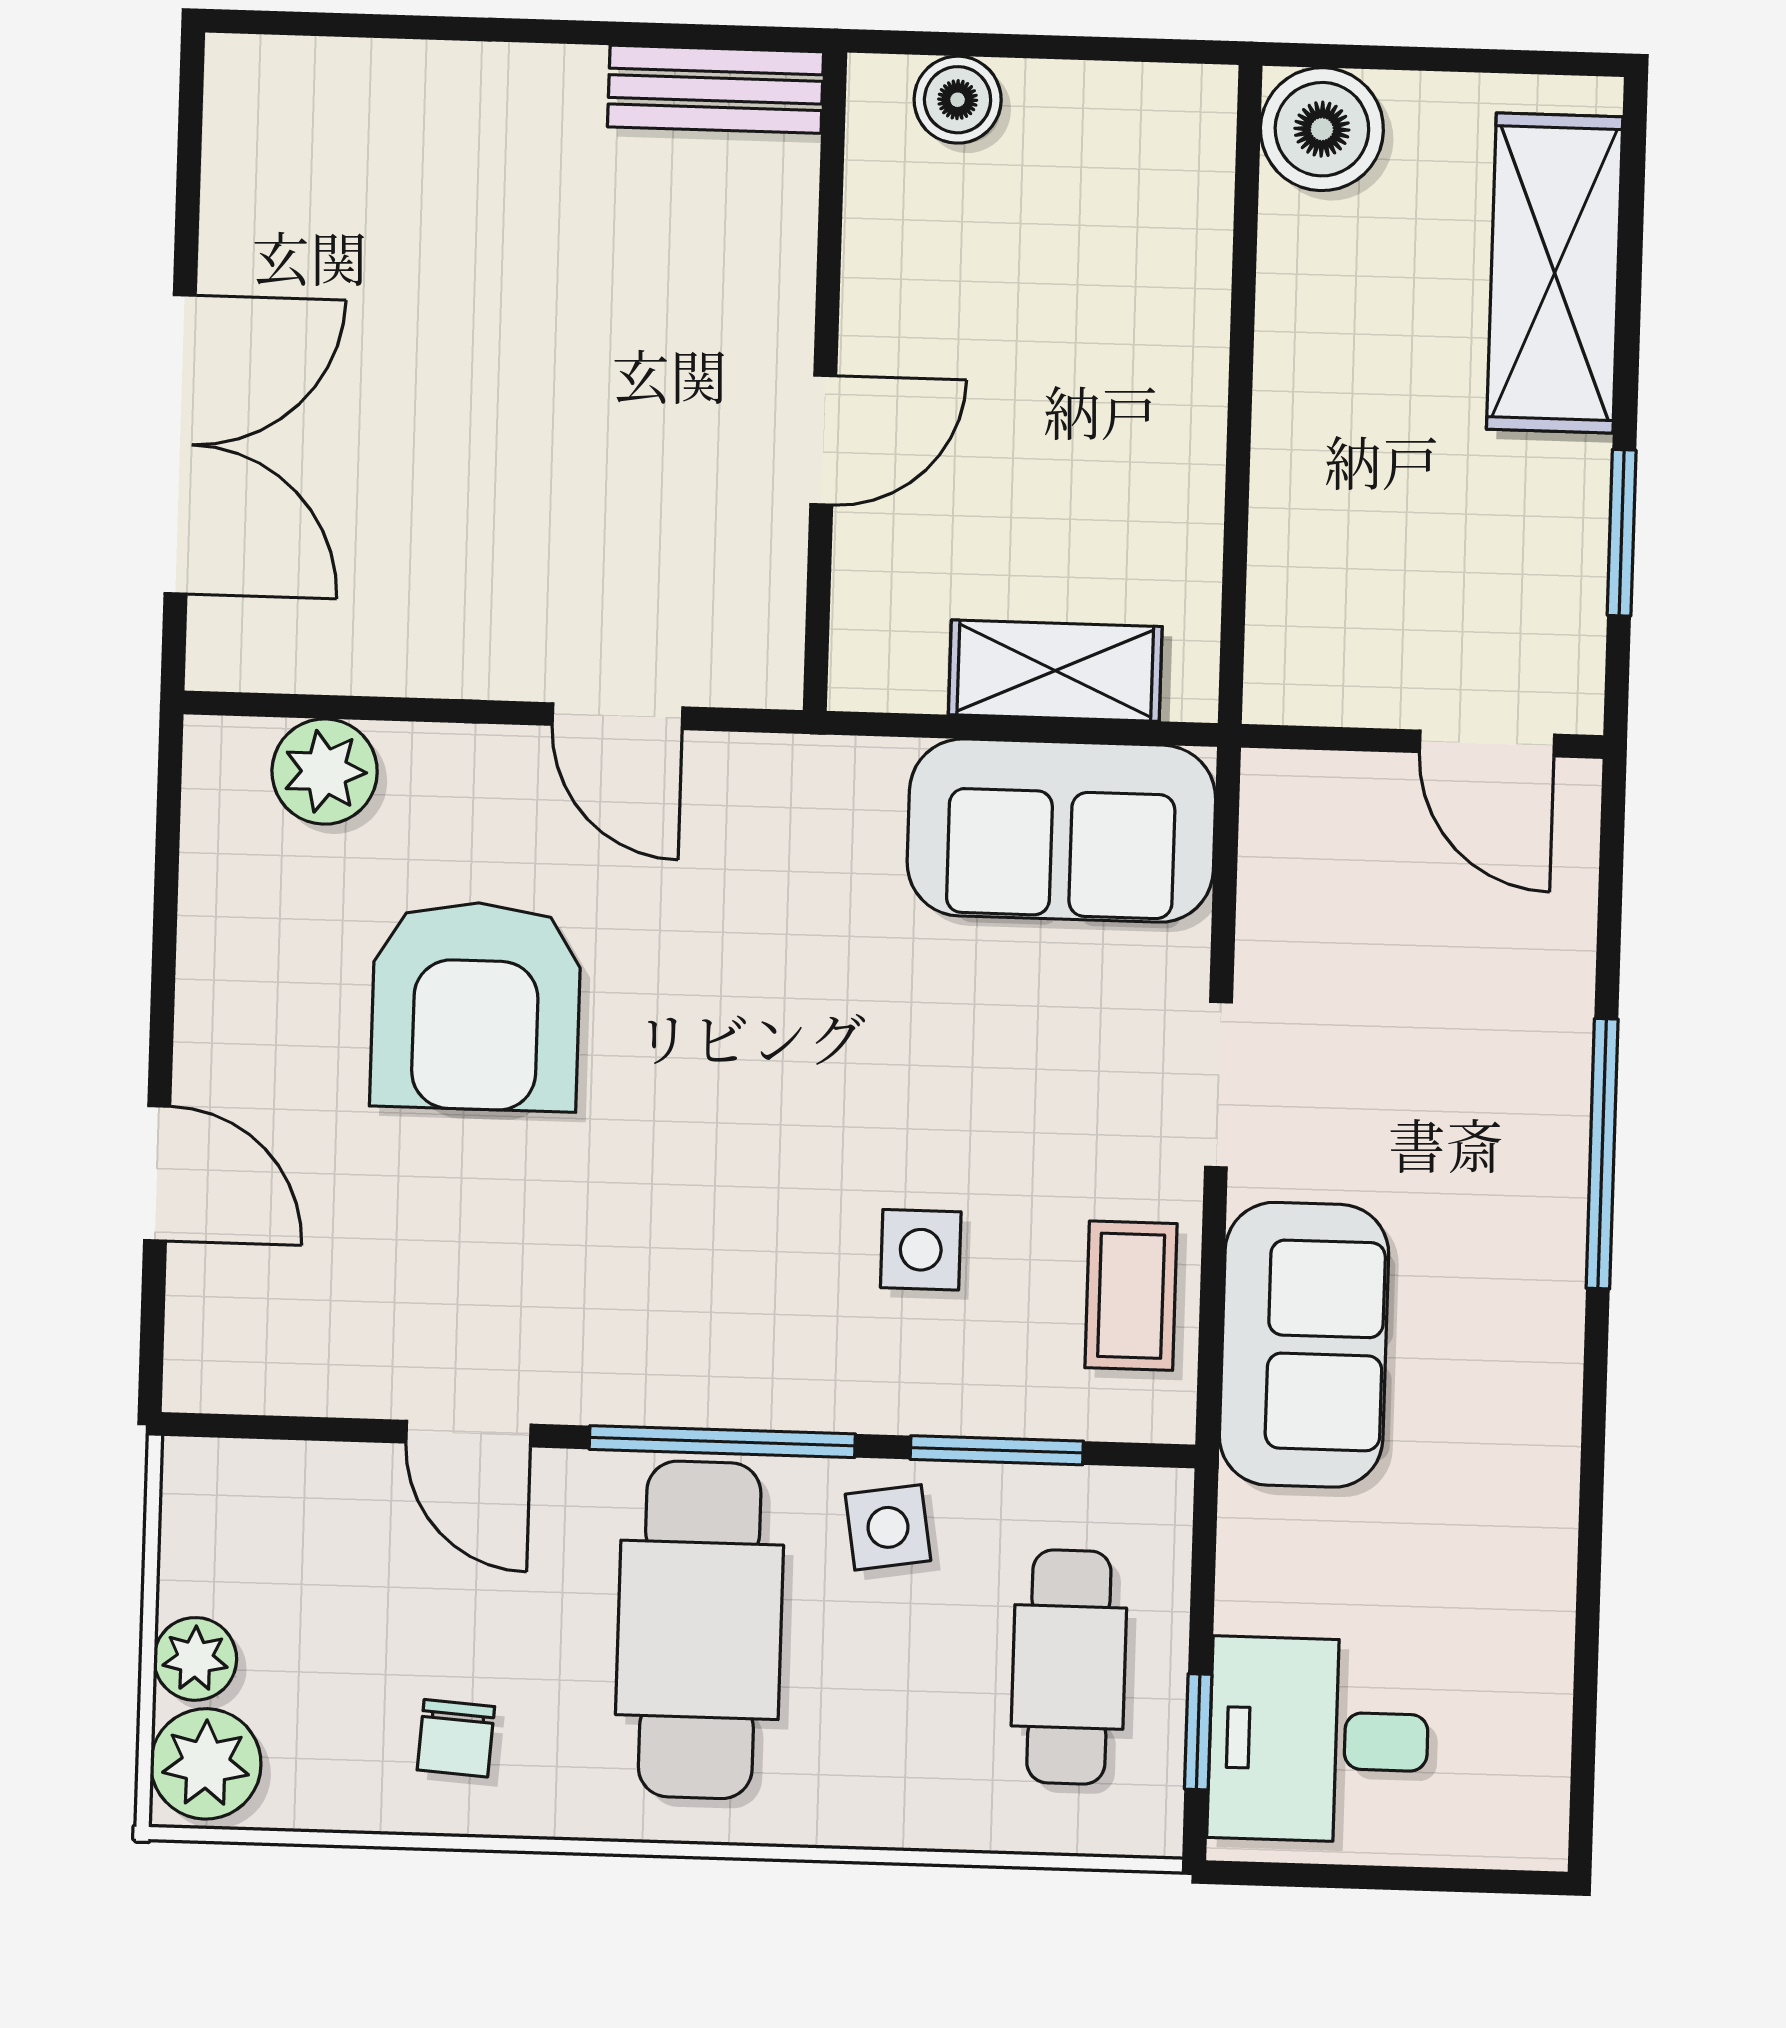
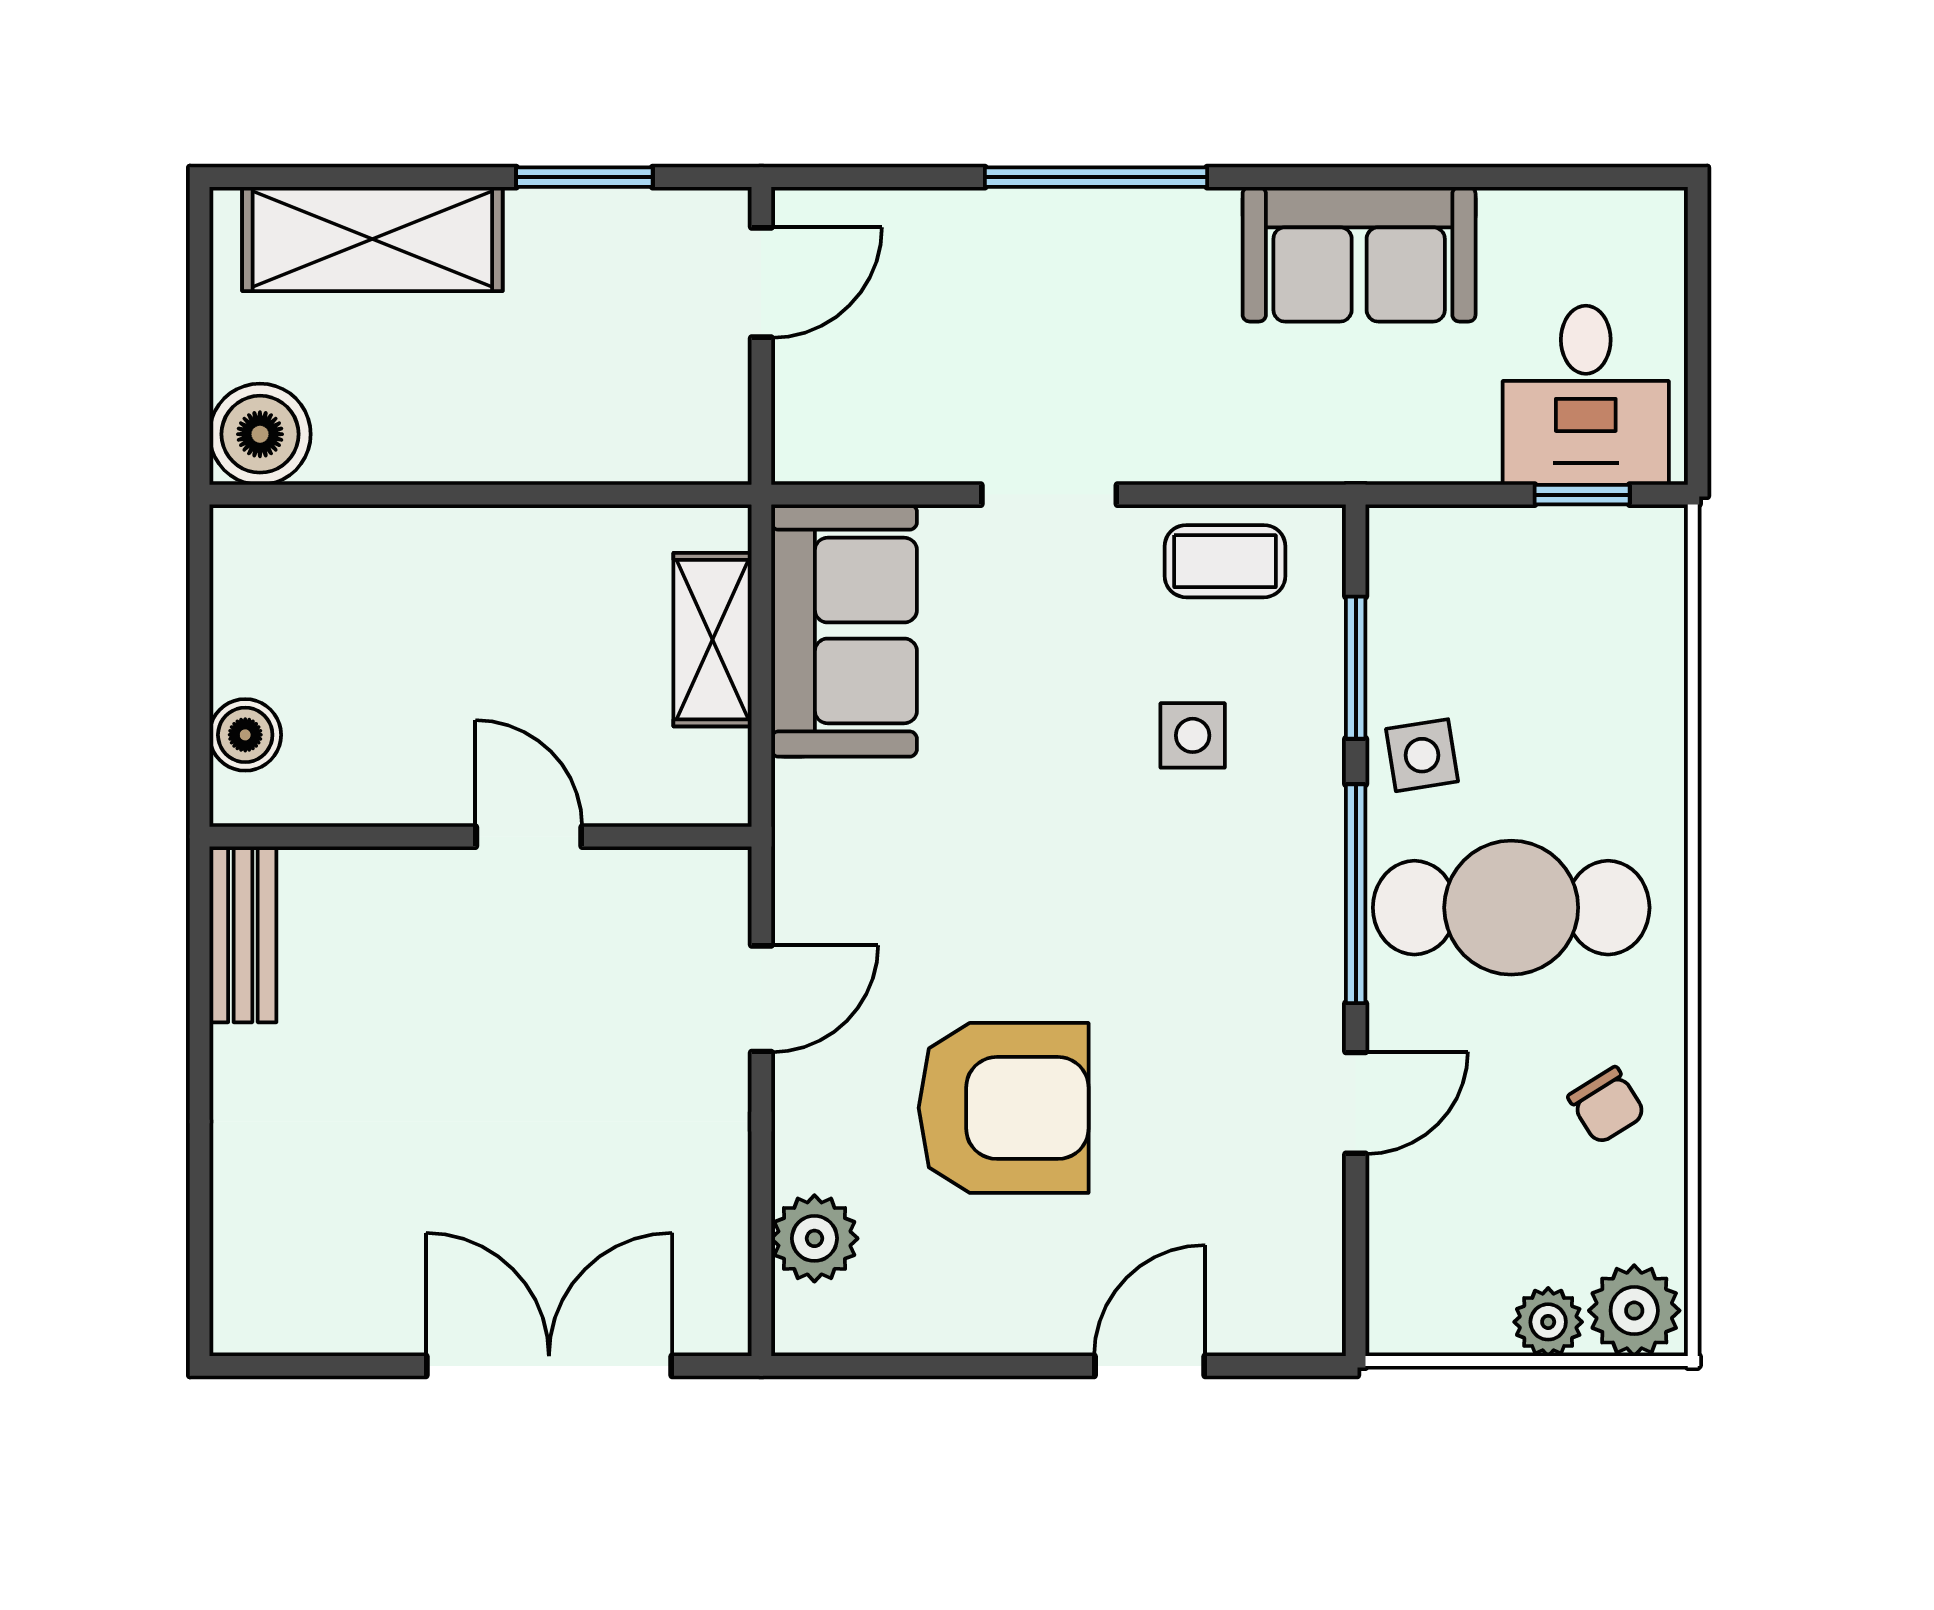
sofa: (1304, 1345) -> (1359, 254), moved, turned 180
cafe table: (1069, 1667) -> (1532, 603), removed
chair: (456, 1738) -> (1607, 1105), turned 54

